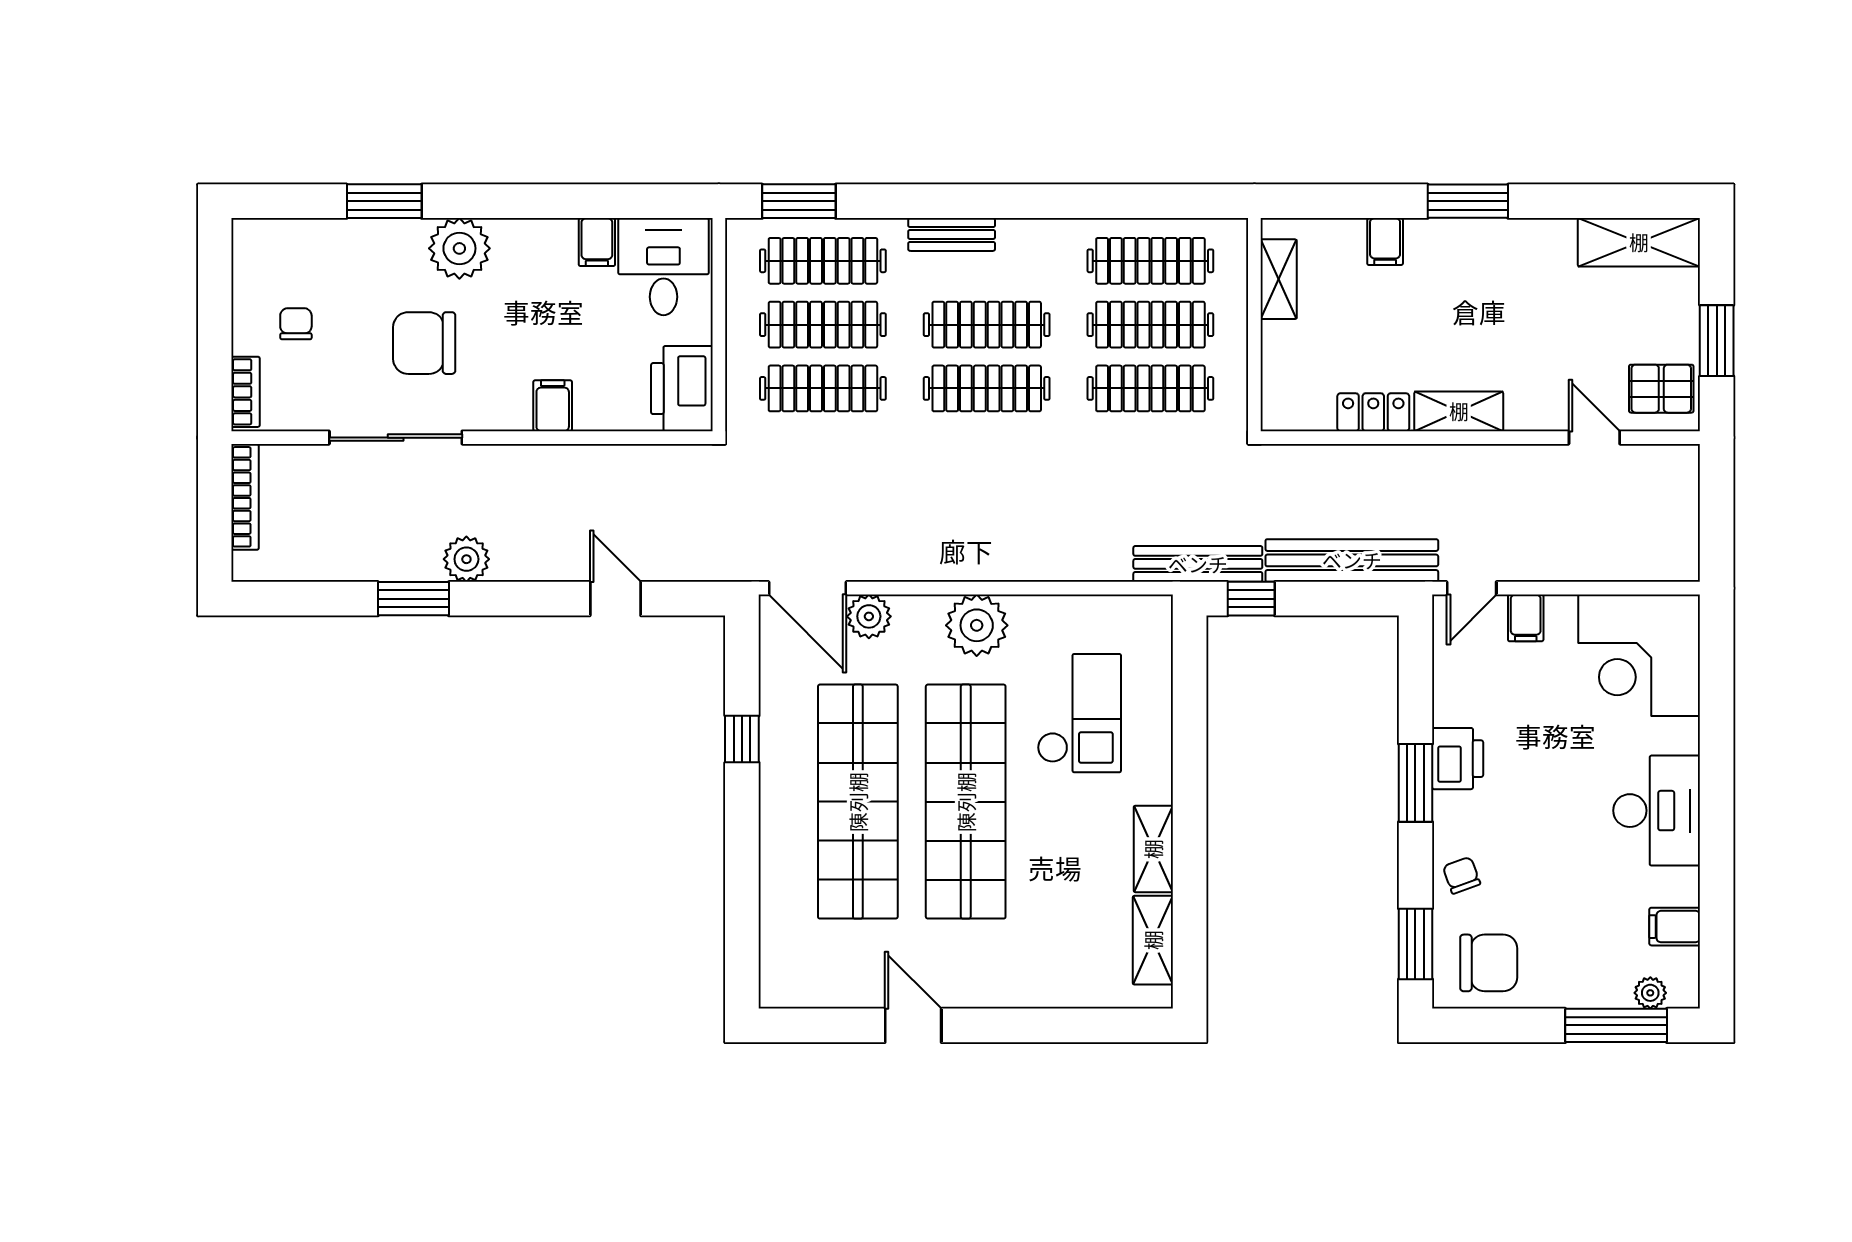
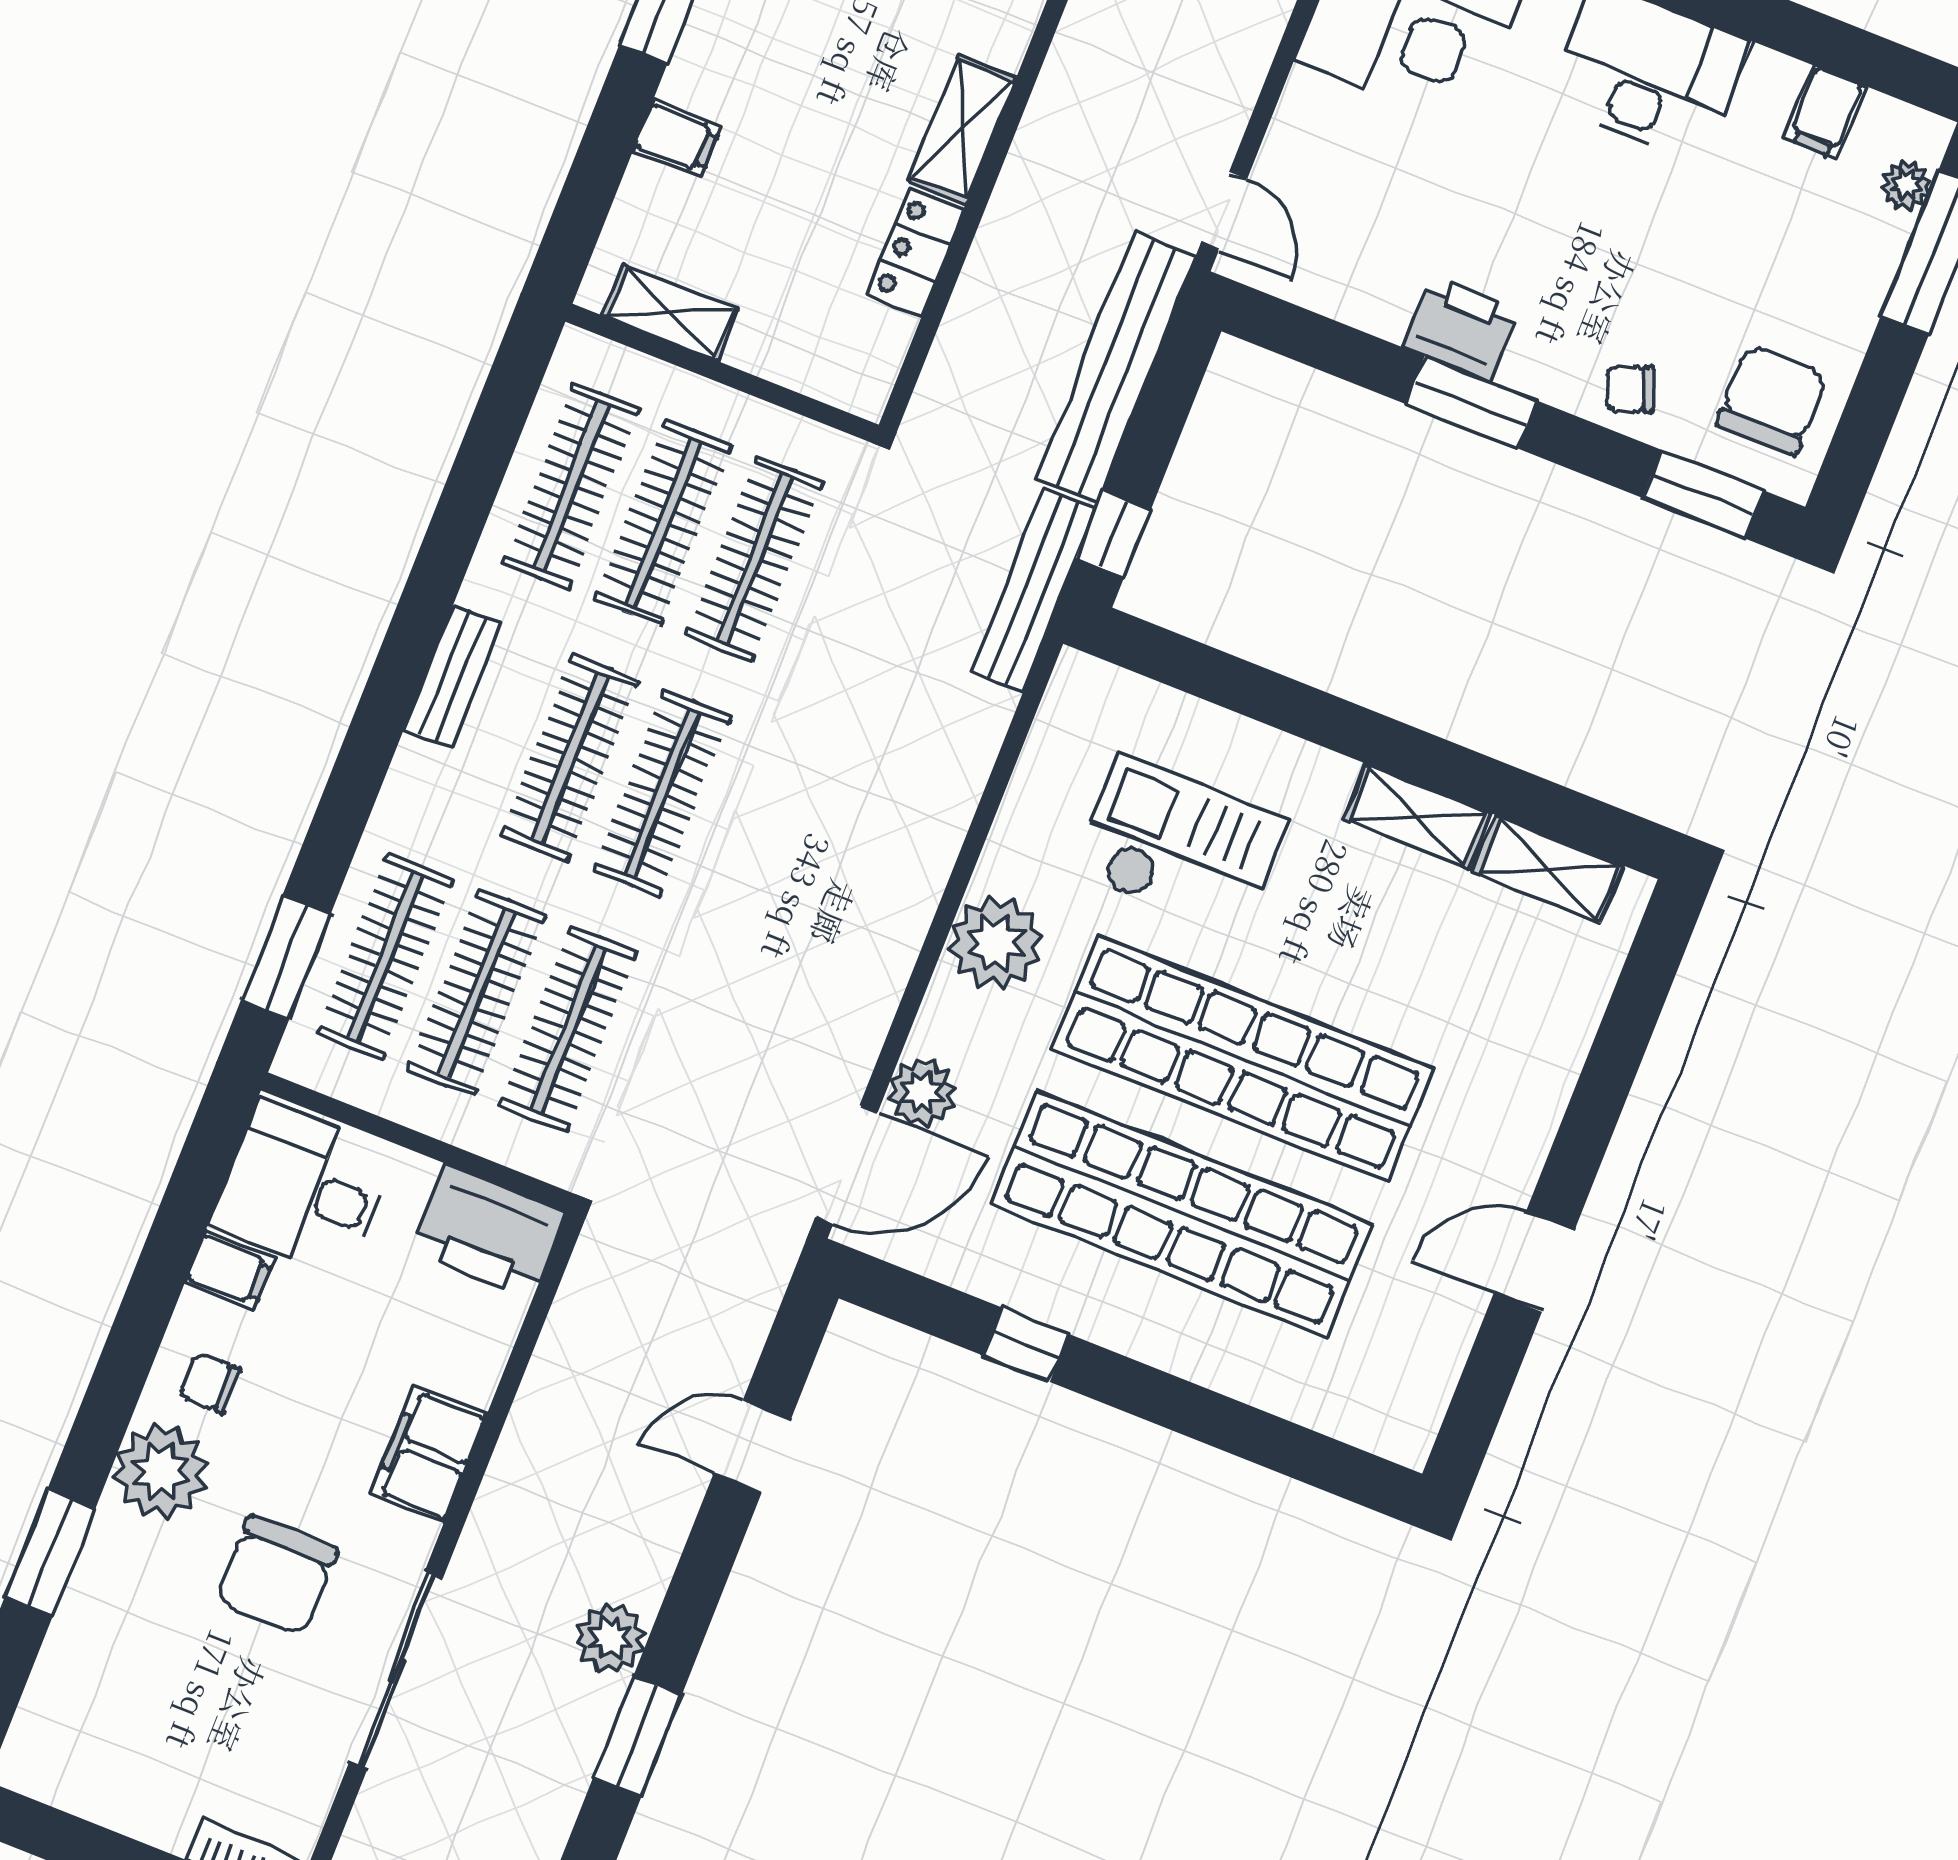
bench: (952, 234) -> (452, 676), moved
chair: (296, 324) -> (210, 1383), moved
filing cabinet: (553, 406) -> (429, 1454), width x2.00
filing cabinet: (1526, 618) -> (1297, 151), removed

